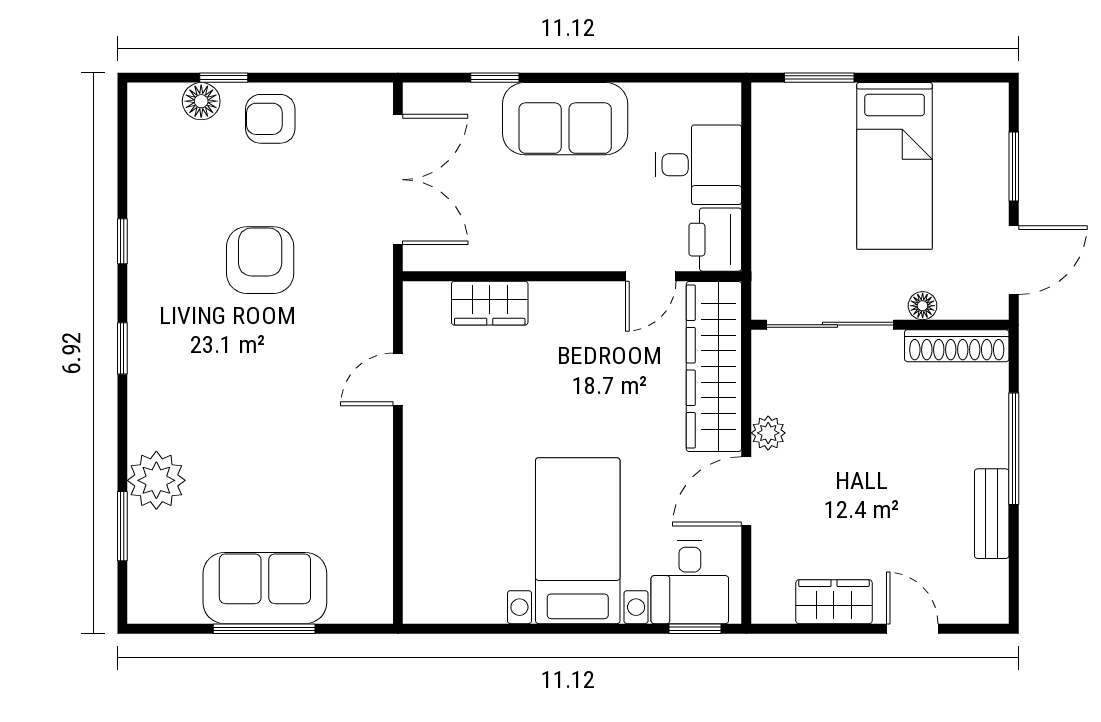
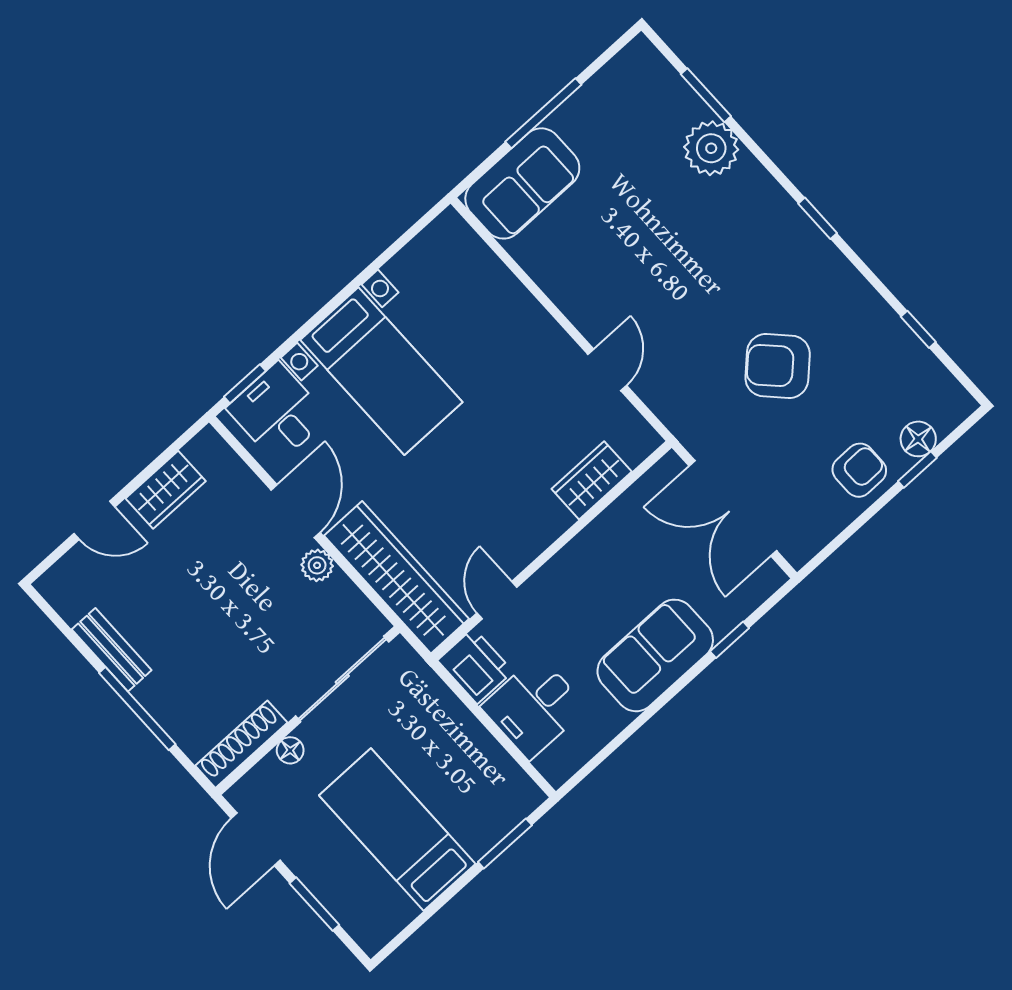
window: (122, 241) -> (918, 329), moved
armchair: (260, 260) -> (778, 366), turned 136
sofa: (265, 588) -> (522, 183), moved

